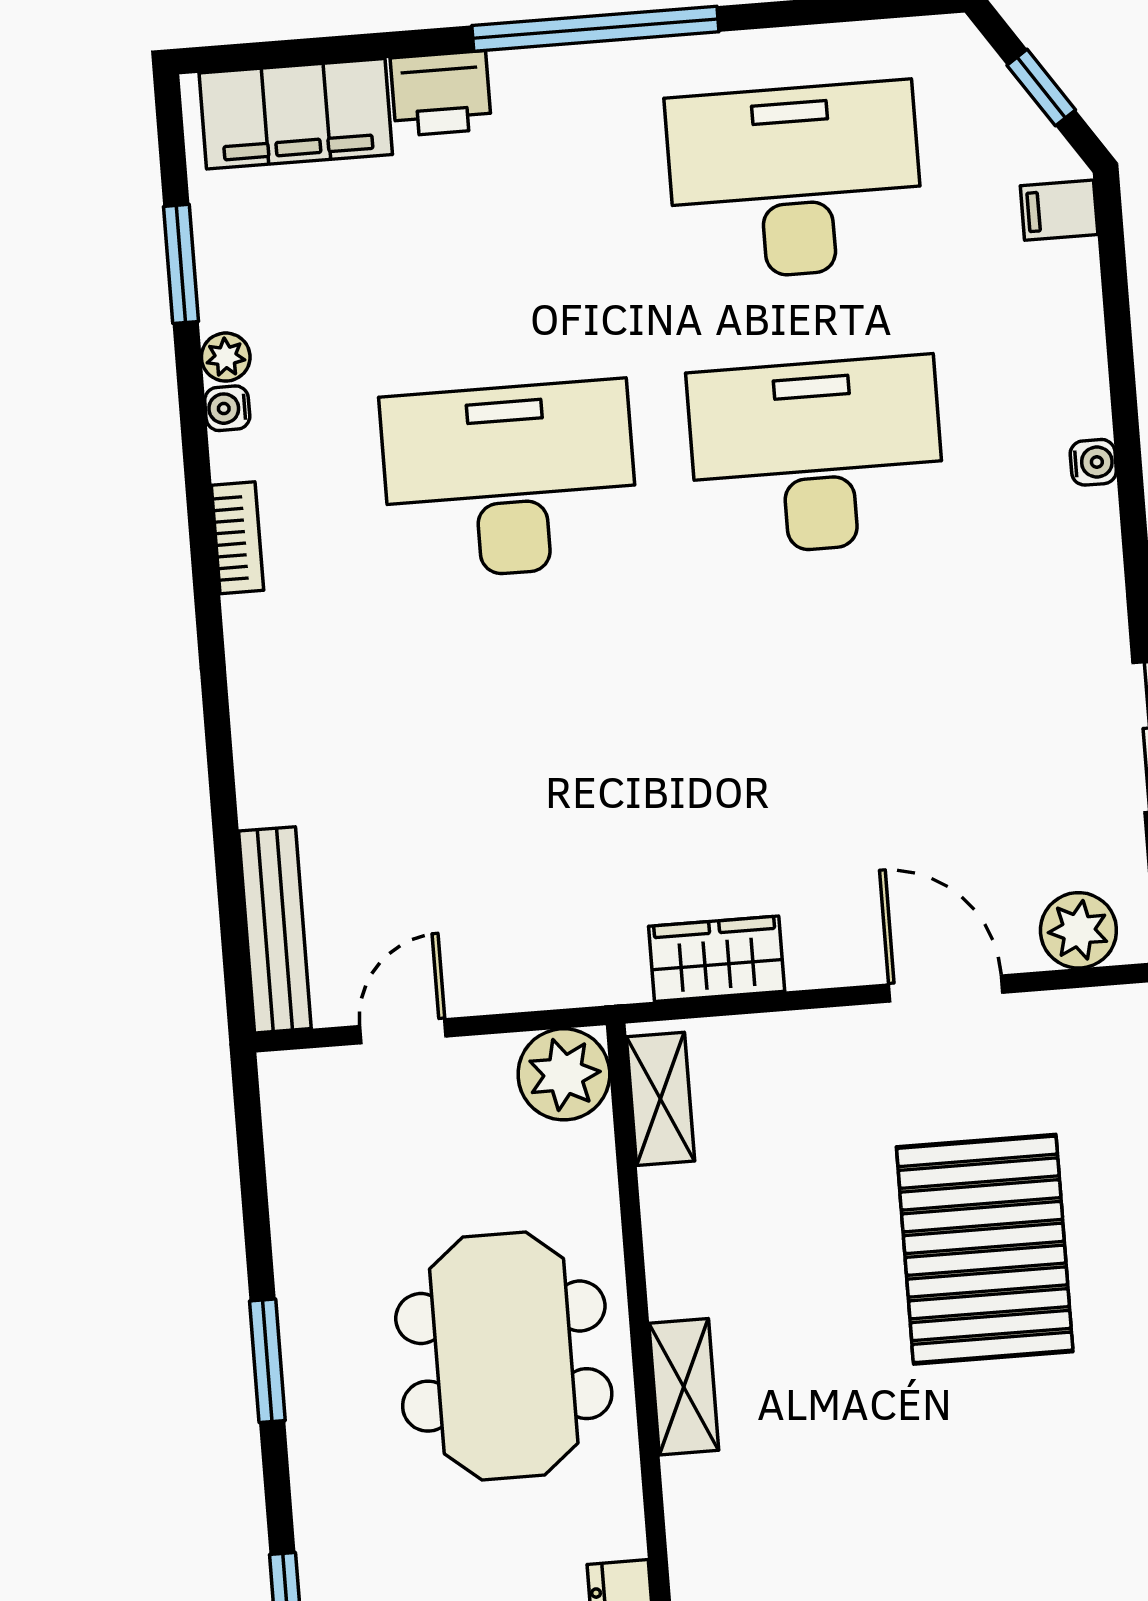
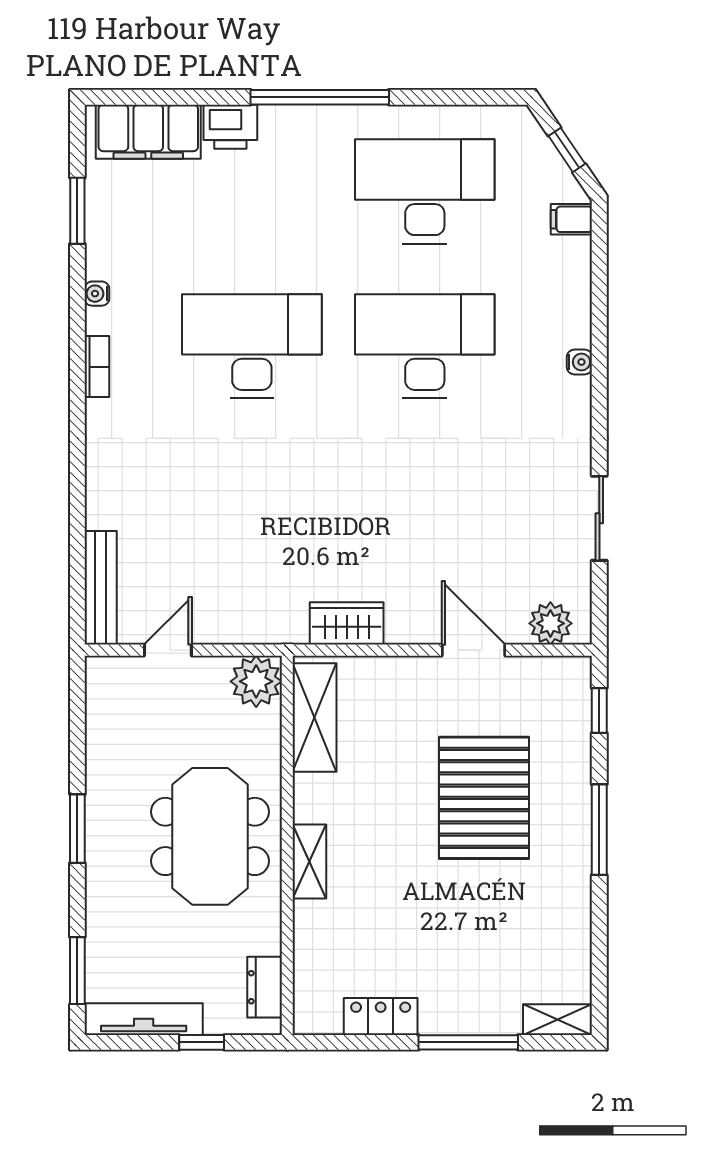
plant: (226, 357) -> (98, 265), removed
shelving: (660, 1099) -> (314, 717), width x1.50, depth x1.33

